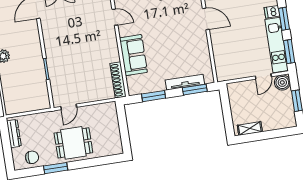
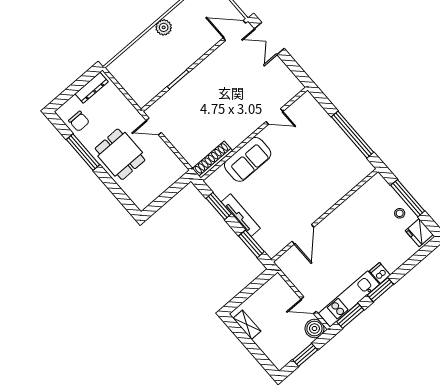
door: (115, 17) -> (274, 116), hinge flipped
door: (206, 19) -> (303, 234), moved
tv unit: (185, 82) -> (241, 215), moved
window: (56, 168) -> (83, 152), width x1.44

